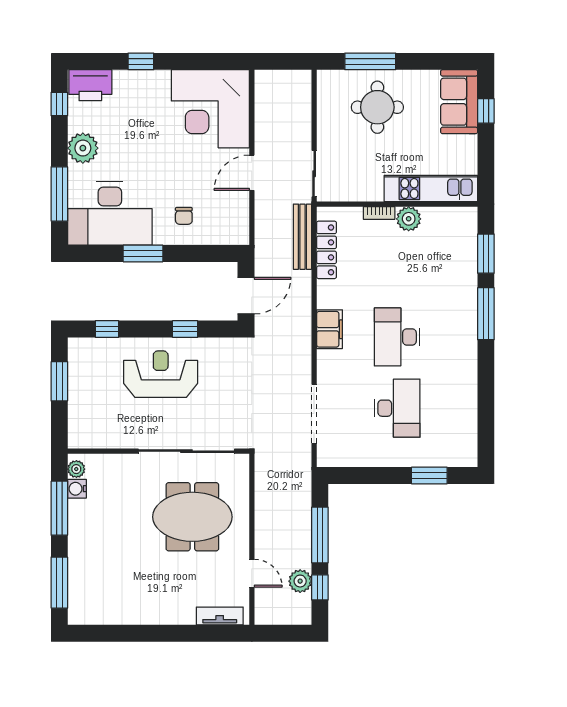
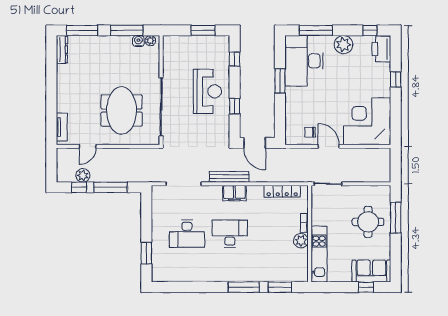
chair: (184, 216) -> (310, 132), moved
bench: (302, 237) -> (229, 177), moved
dresser: (91, 616) -> (62, 49), added

